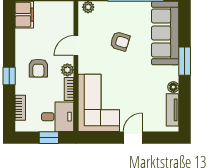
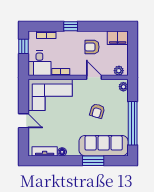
window: (185, 61) -> (93, 161), moved
armchair: (38, 68) -> (92, 47), moved
plant: (67, 70) -> (119, 71), moved
window: (49, 138) -> (23, 46), moved

